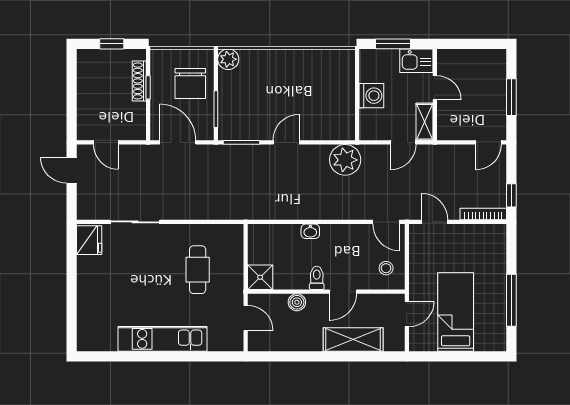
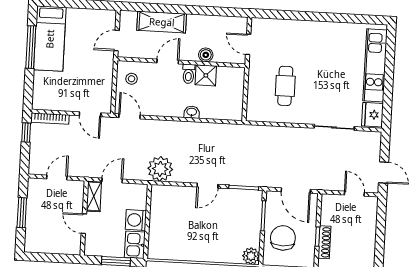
kitchen sink: (416, 61) -> (135, 245), moved, turned -90
door: (489, 142) -> (57, 178), moved
shower: (260, 277) -> (206, 75), moved
bed: (456, 312) -> (50, 39), moved
kitchen unit: (163, 339) -> (375, 65), moved, turned 90

